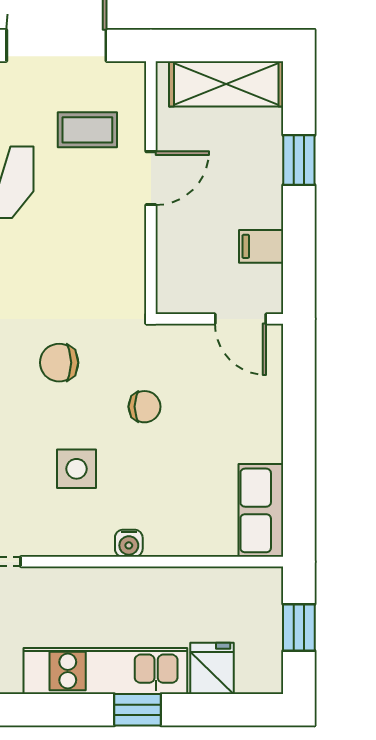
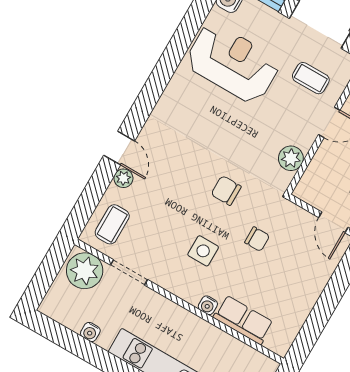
plant: (126, 262) -> (291, 158), added
row of seats: (261, 510) -> (243, 320), moved, turned 90

